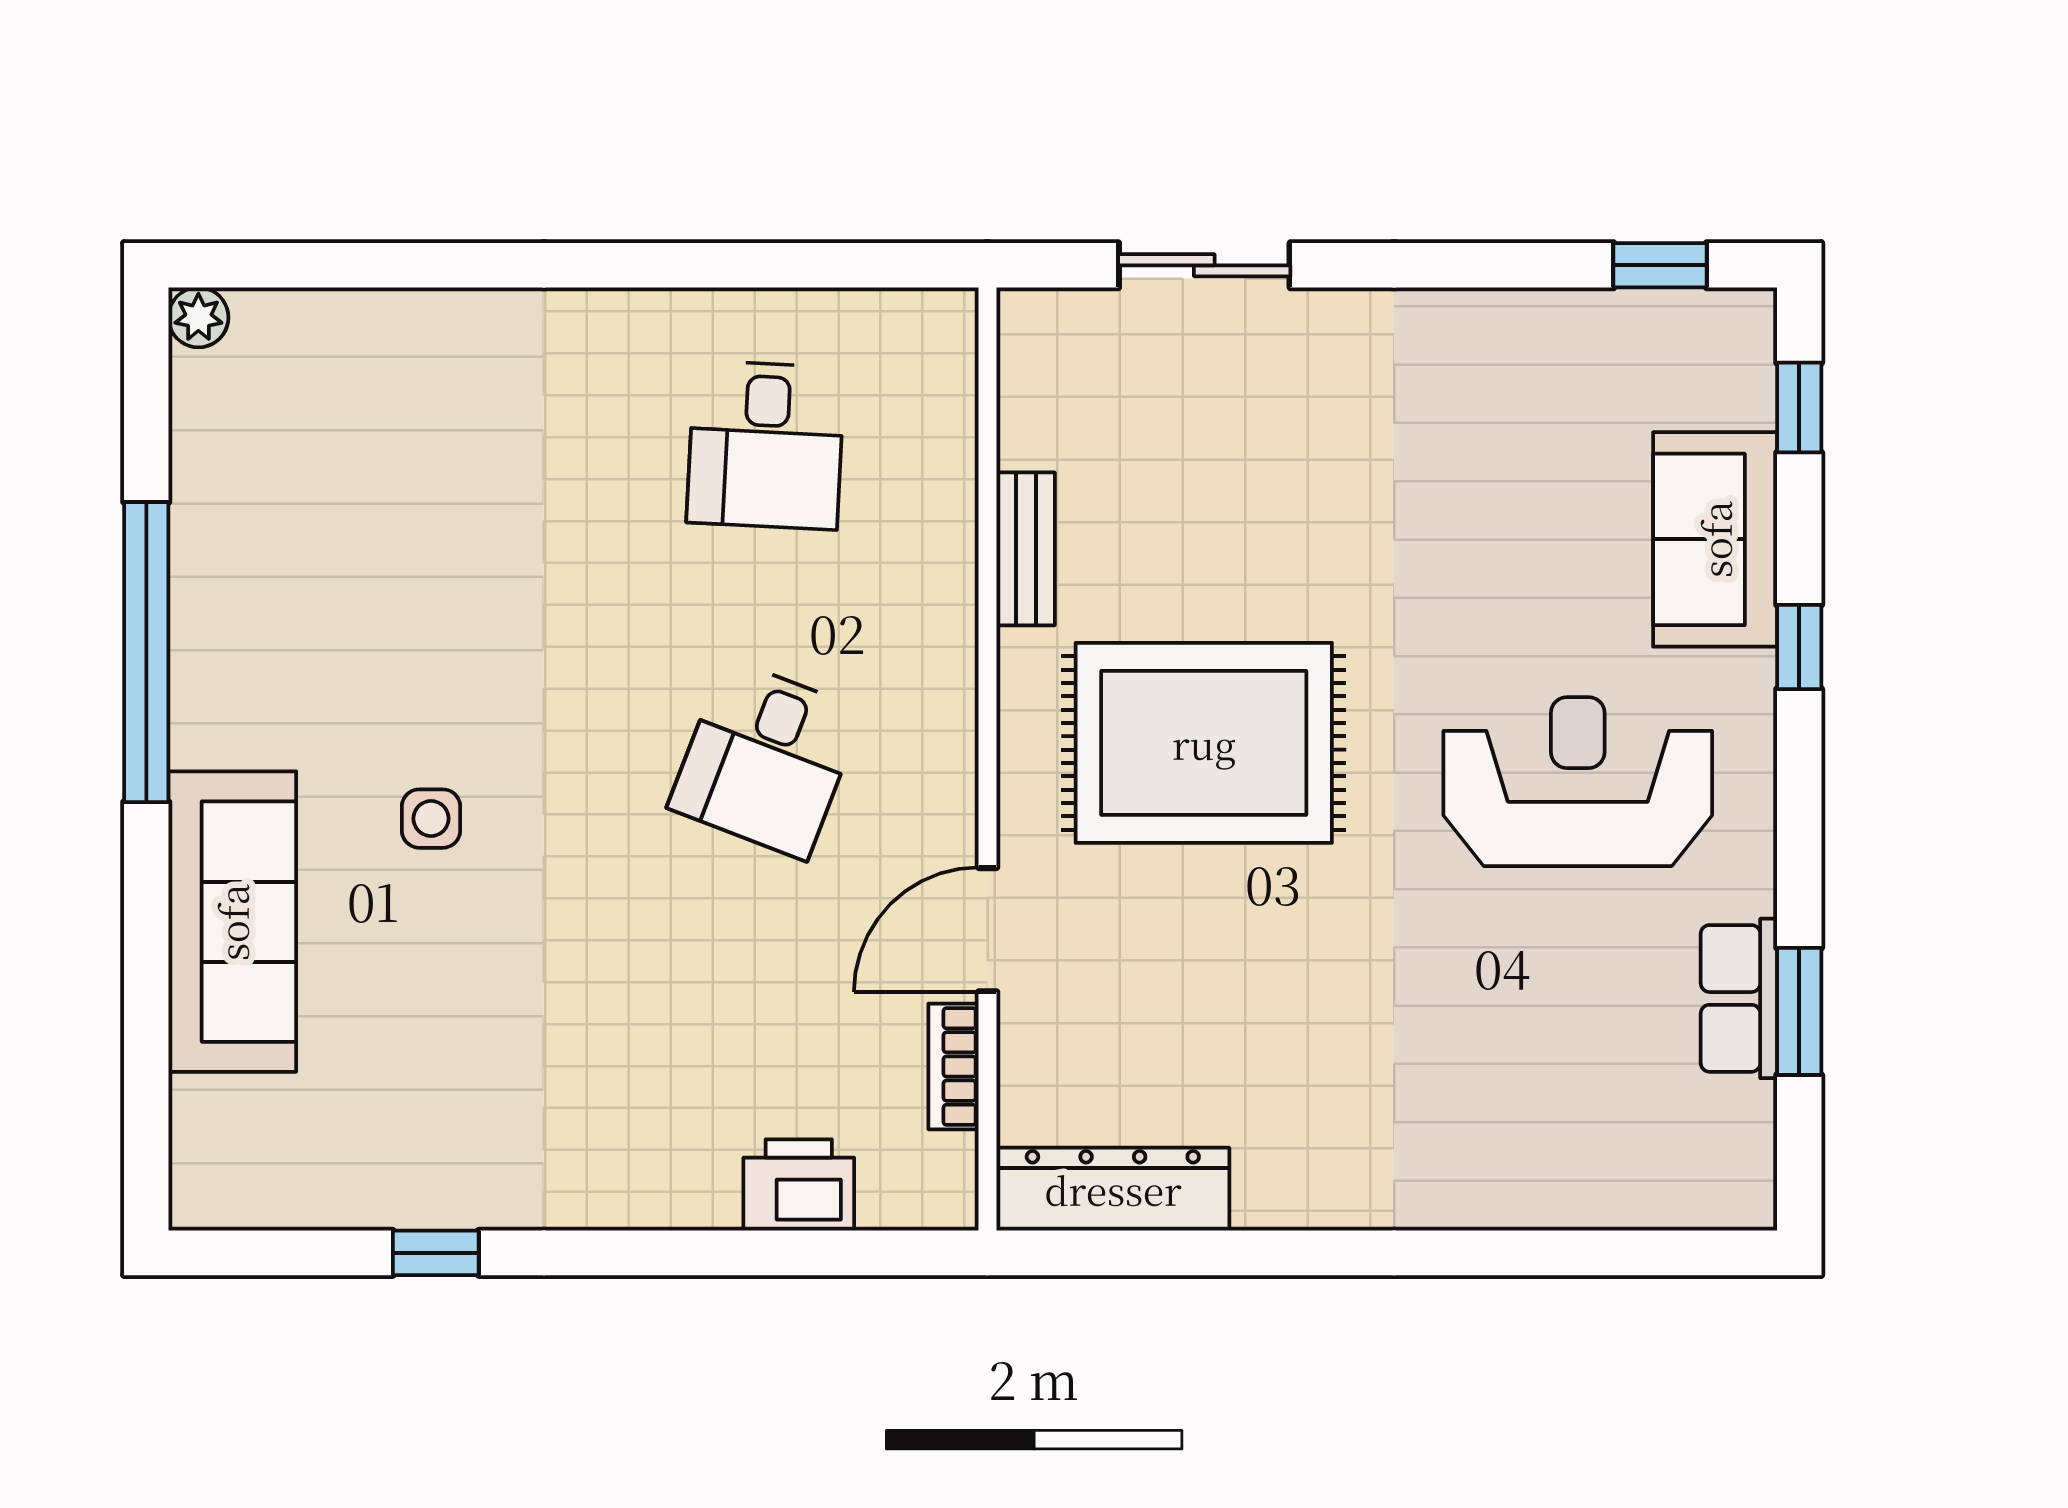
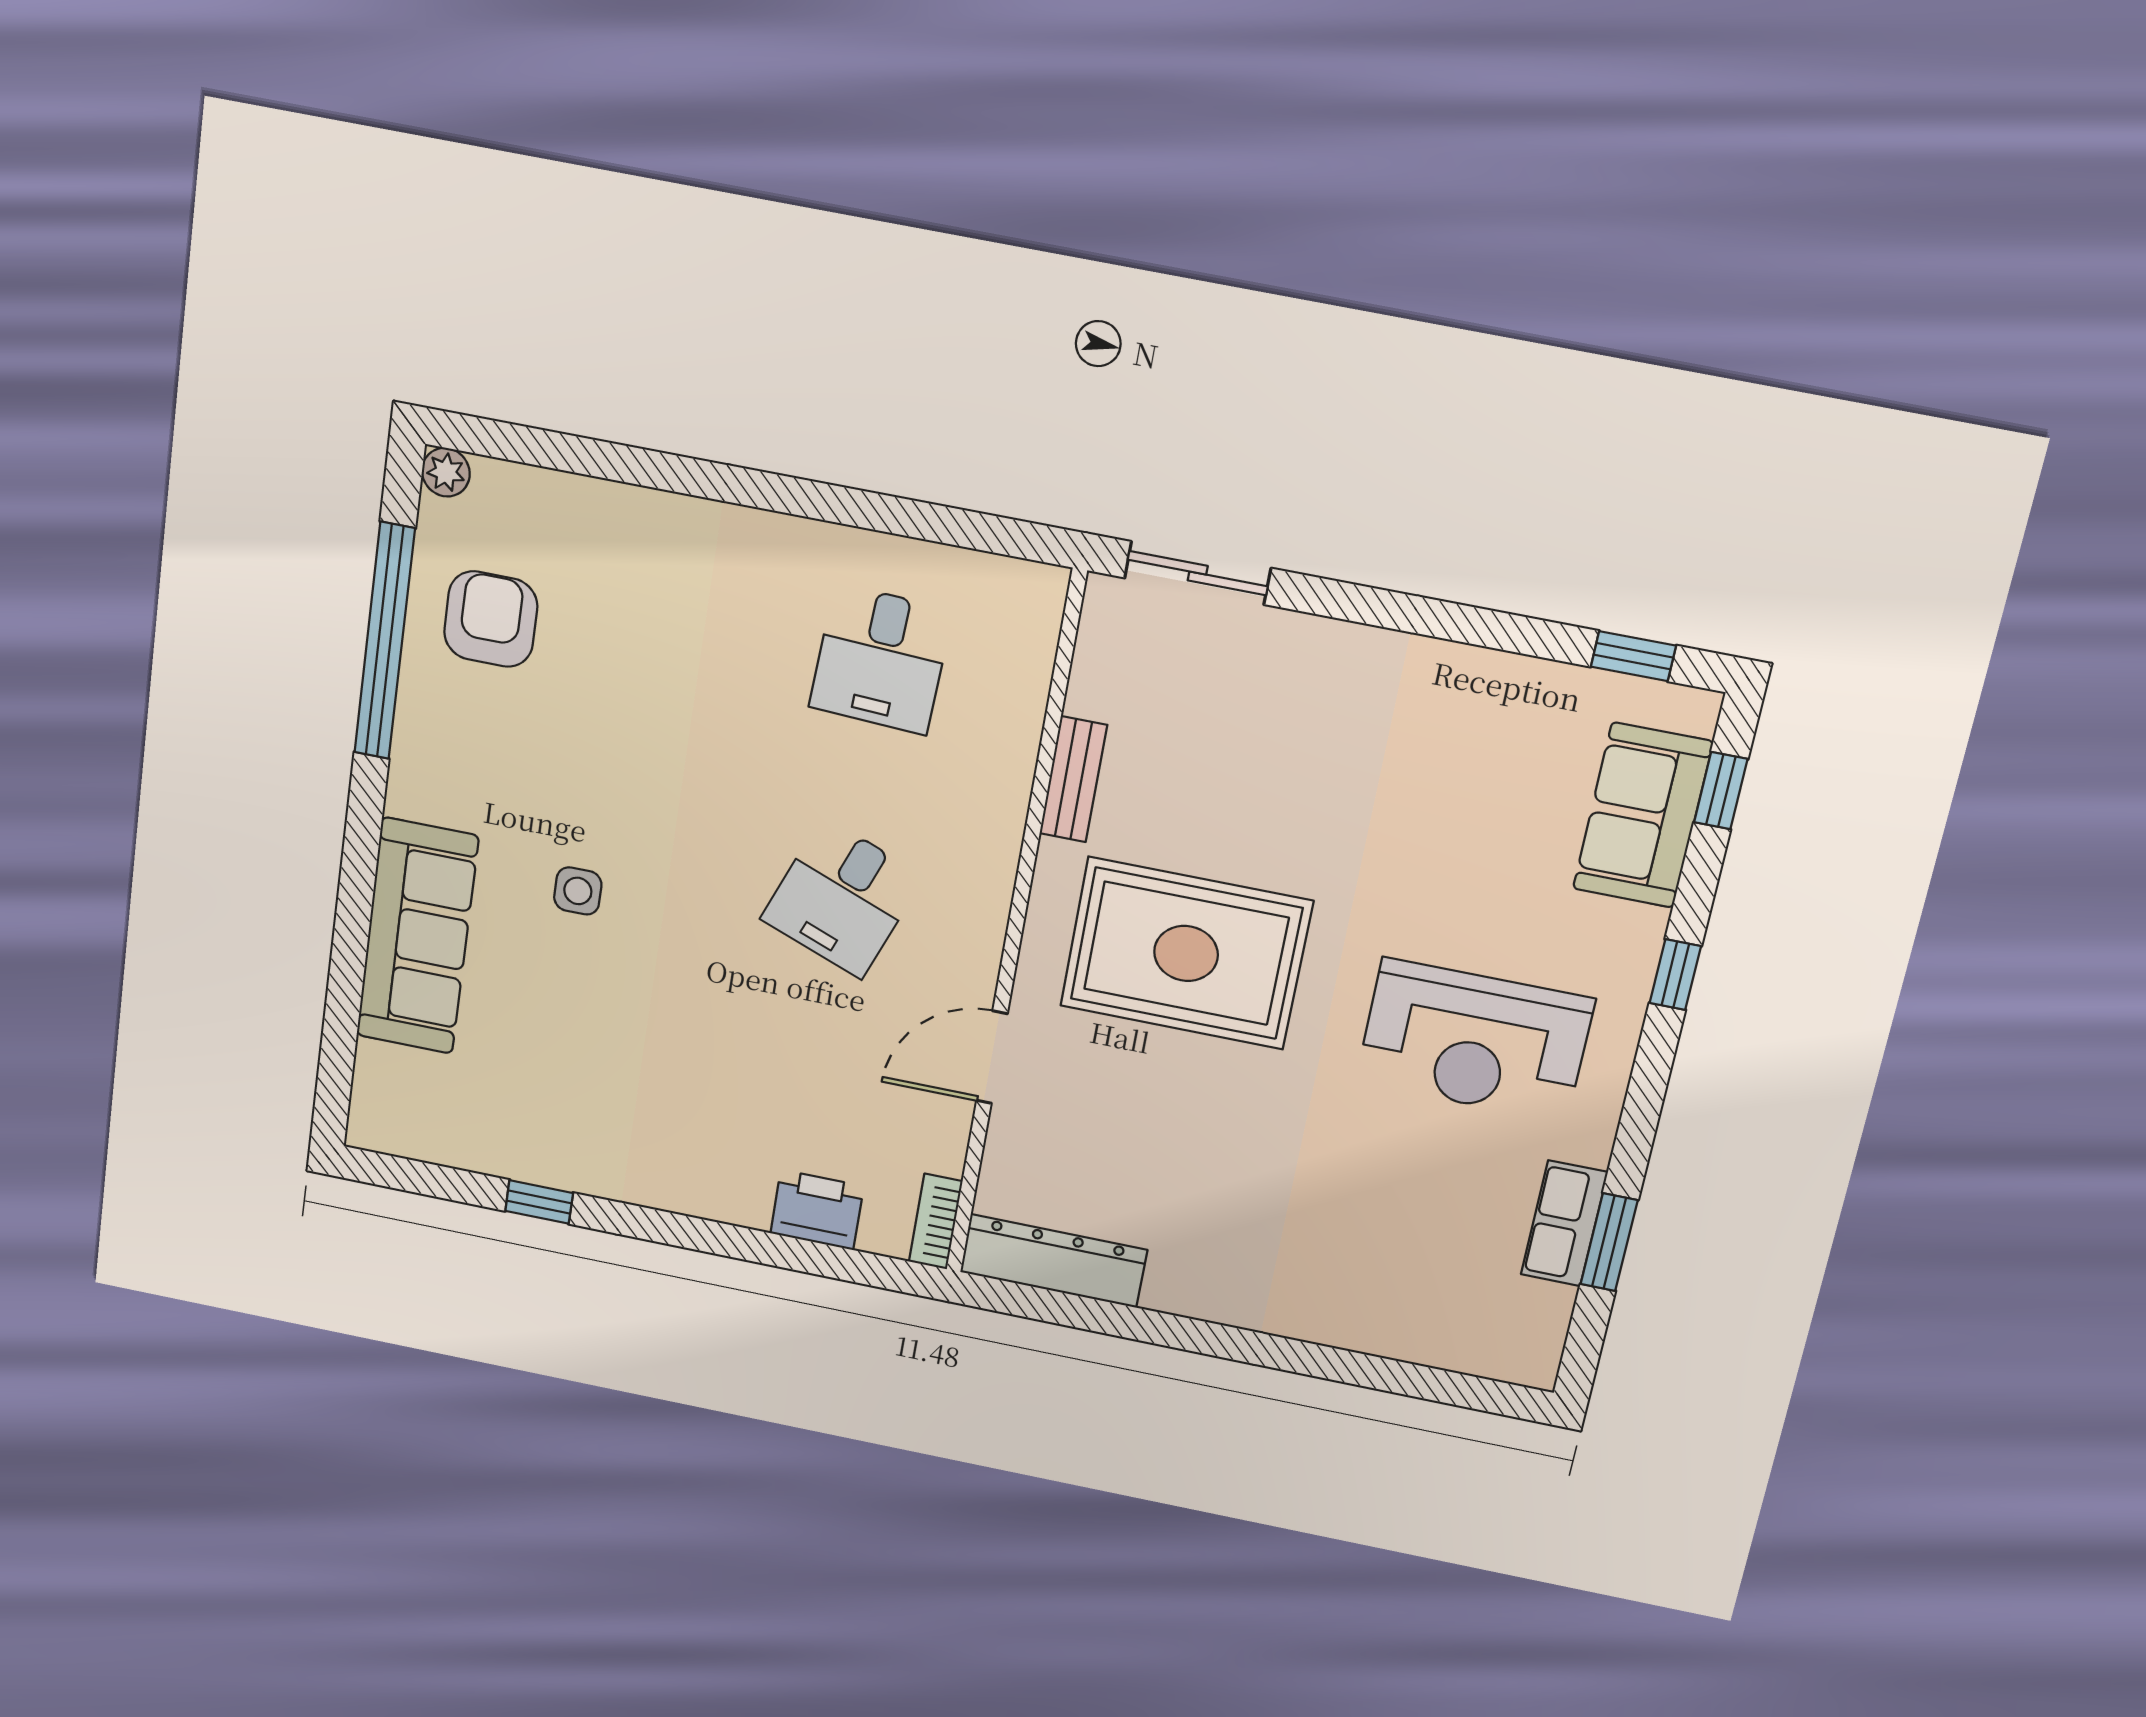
sliding door: (1204, 265) -> (1198, 573), moved
armchair: (276, 490) -> (491, 619), added
sofa: (1715, 539) -> (1643, 815), moved
window: (146, 652) -> (385, 641), moved
reception desk: (1578, 782) -> (1475, 1040), turned 180
bookcase: (953, 1066) -> (936, 1222), moved

